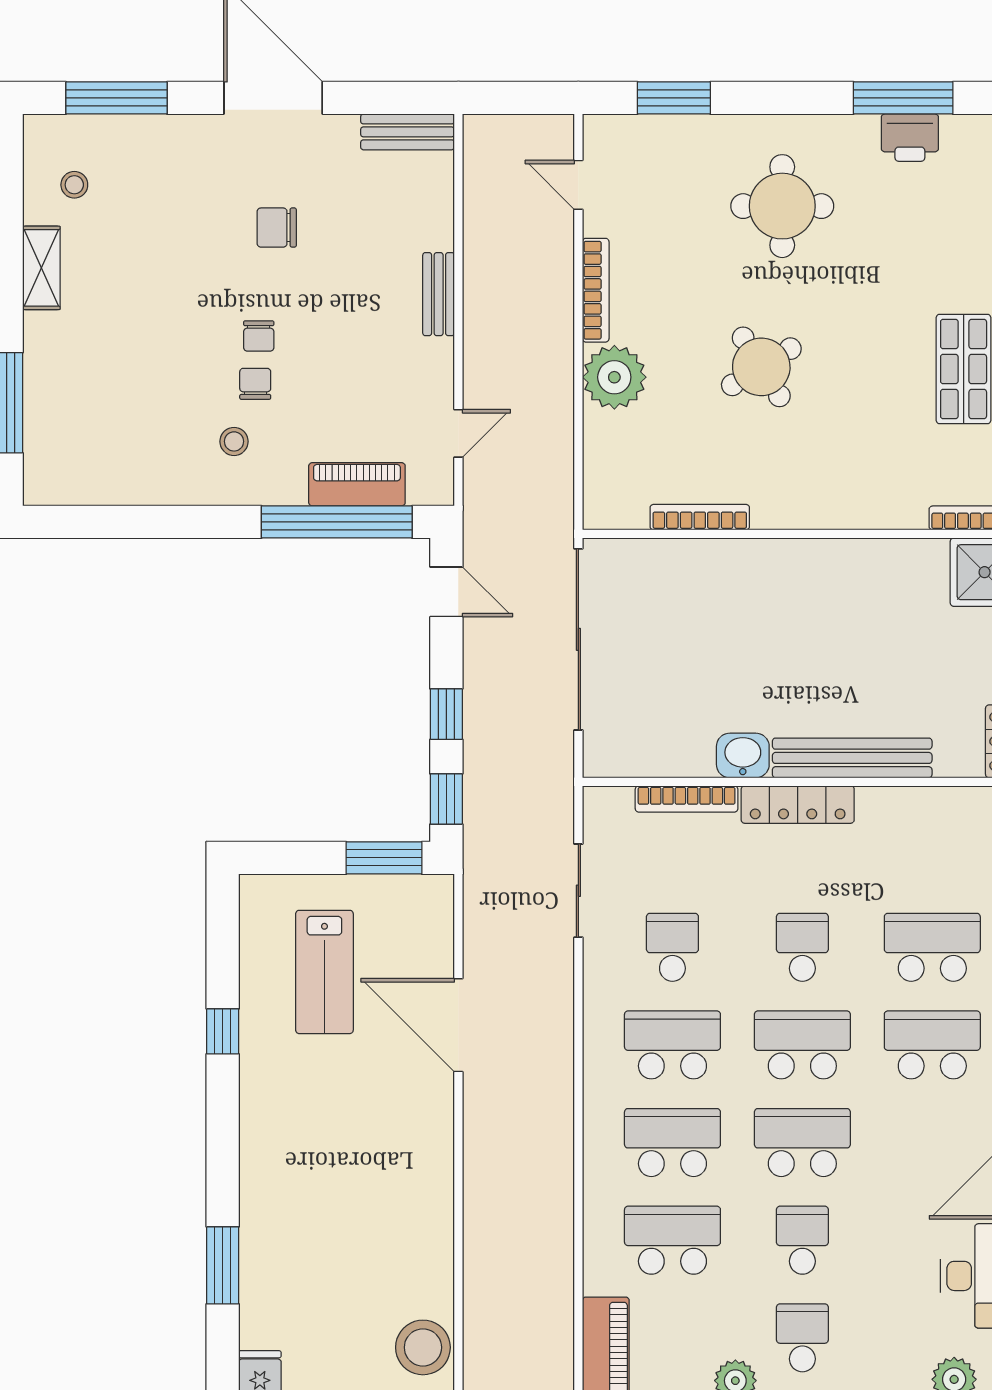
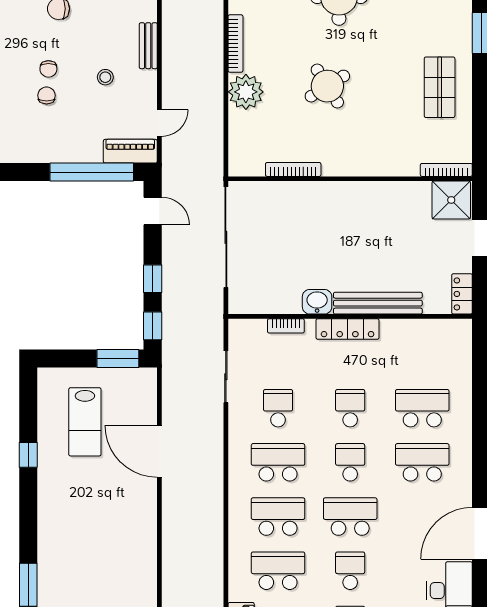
stool: (234, 441) -> (105, 77), moved
piano: (357, 484) -> (130, 151), moved
bookcase: (687, 799) -> (286, 326), width x0.64
school desk: (802, 1045) -> (350, 462), width x0.54

